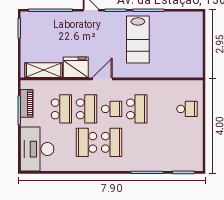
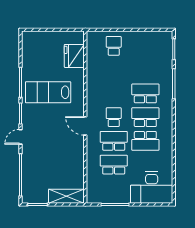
lab bench: (138, 40) -> (48, 92), turned 180
fridge: (76, 67) -> (74, 56), moved
shelving: (44, 70) -> (66, 196), moved, turned 90
piano: (27, 103) -> (109, 197), removed
school desk: (137, 109) -> (145, 93), moved

